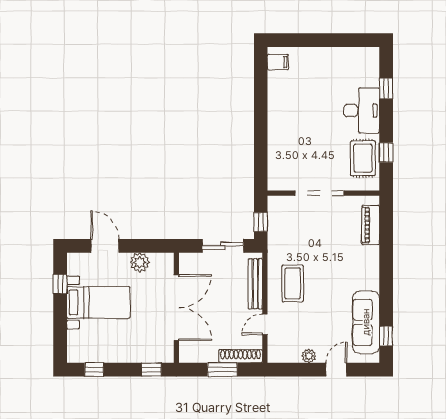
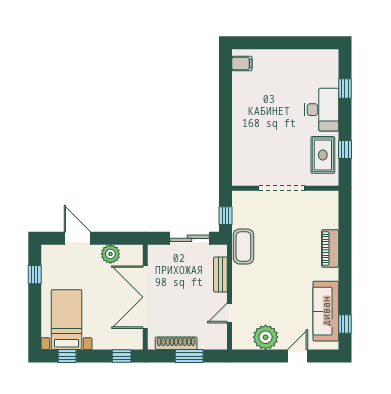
piano: (371, 225) -> (330, 248), moved
coffee table: (293, 283) -> (243, 247), moved
bench: (255, 284) -> (220, 274), width x0.73
bed with nightstands: (98, 302) -> (66, 320), moved, turned -90
double door: (176, 308) -> (145, 297), swing flipped
shoe rack: (241, 356) -> (176, 343), moved
plant: (309, 356) -> (266, 337), width x1.87, depth x1.87

